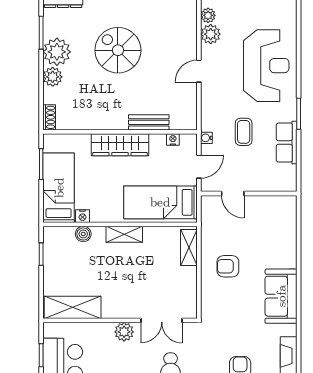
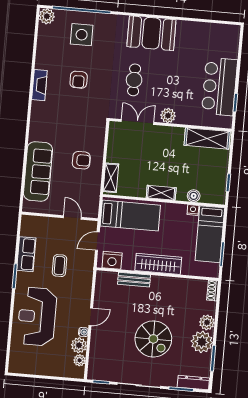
water cooler: (206, 138) -> (83, 332), moved
nightstand: (173, 140) -> (112, 260), width x1.89, depth x1.79
sofa: (281, 296) -> (38, 171), moved, width x1.36

